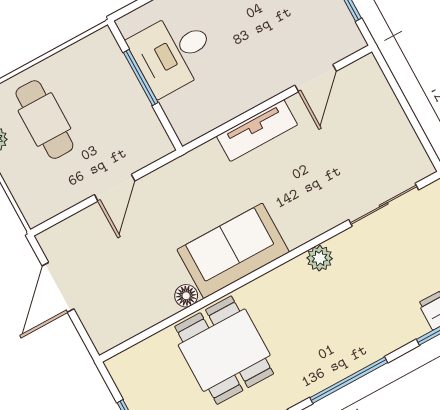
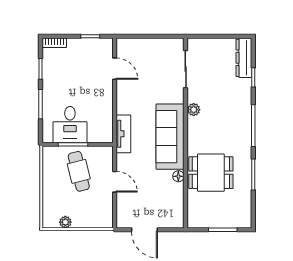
cafe table: (44, 120) -> (79, 171), moved, turned 76
tv unit: (257, 130) -> (123, 134), moved
sofa: (233, 251) -> (170, 137), width x1.36

